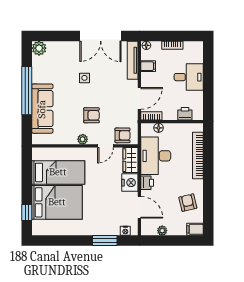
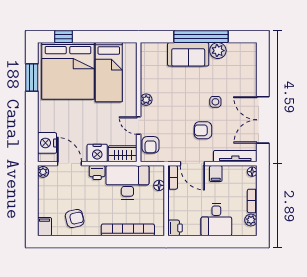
plant: (189, 46) -> (251, 220), added
plant: (39, 48) -> (218, 51), moved
filing cabinet: (148, 66) -> (216, 174), moved
sofa: (42, 109) -> (188, 54), width x0.73
printer: (185, 114) -> (175, 228), moved
armchair: (91, 115) -> (203, 130), moved, turned 90
bed: (57, 202) -> (68, 71), width x1.36
door: (139, 207) -> (69, 164), swing flipped
nightstand: (125, 231) -> (47, 143), width x1.89, depth x1.79
plant: (162, 231) -> (43, 172), moved
window: (105, 241) -> (32, 78), moved

